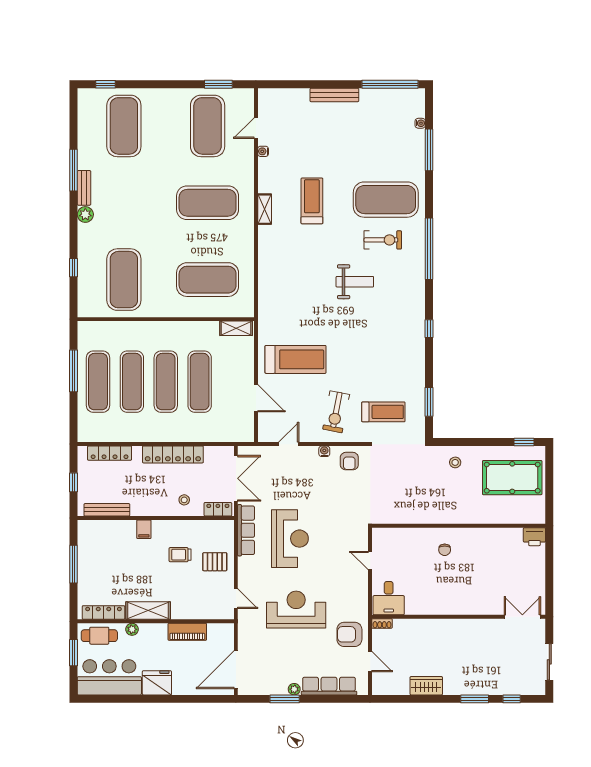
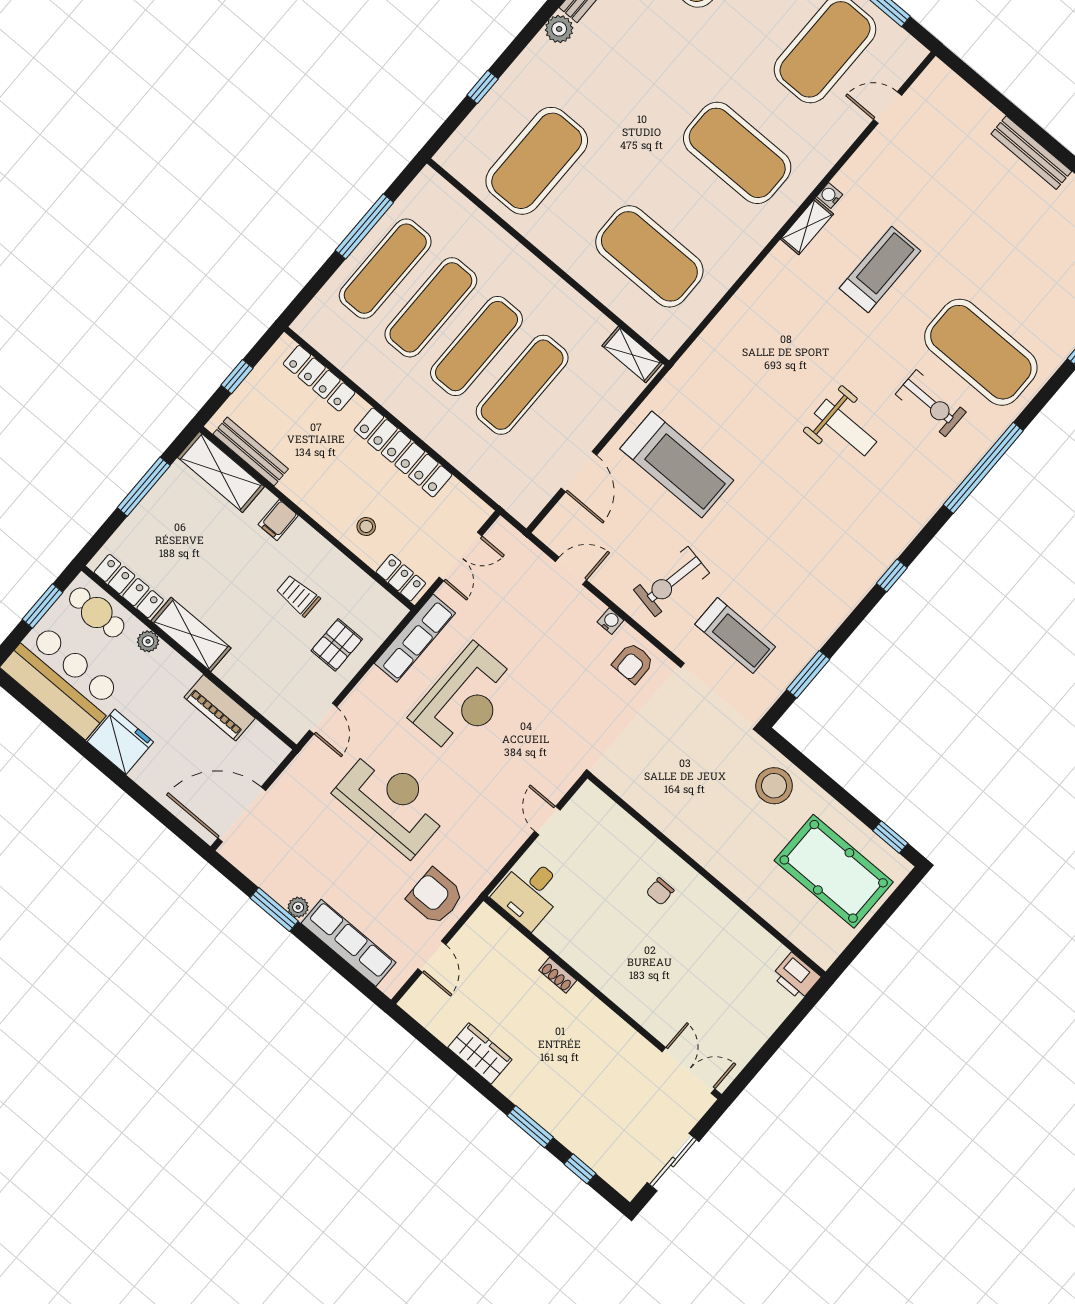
water cooler: (263, 151) -> (830, 195), moved
stool: (455, 462) -> (774, 786), width x1.89, depth x1.89
double door: (236, 478) -> (460, 557), width x0.73
shelving: (102, 530) -> (221, 472), added
pallet: (215, 562) -> (337, 645), turned 90
shoe rack: (382, 623) -> (558, 975), moved

